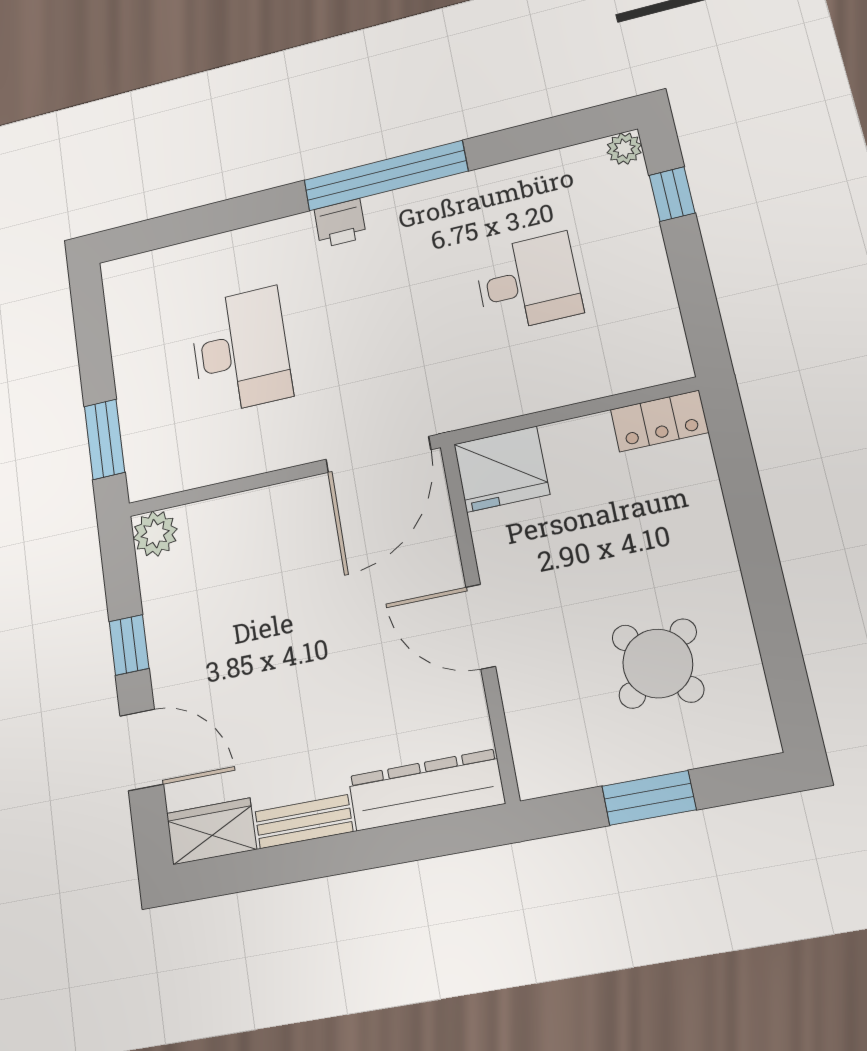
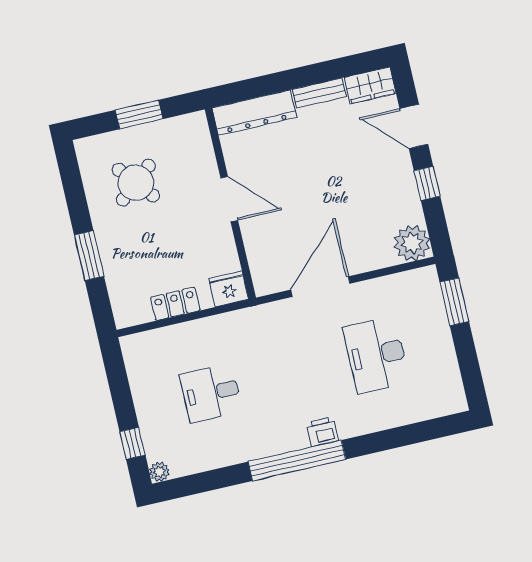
locker: (659, 421) -> (175, 304), moved
door: (378, 454) -> (320, 287), moved
fridge: (502, 469) -> (229, 289), width x0.73, depth x0.75
window: (751, 526) -> (89, 256), added
plant: (155, 534) -> (412, 243), width x1.36, depth x1.36

